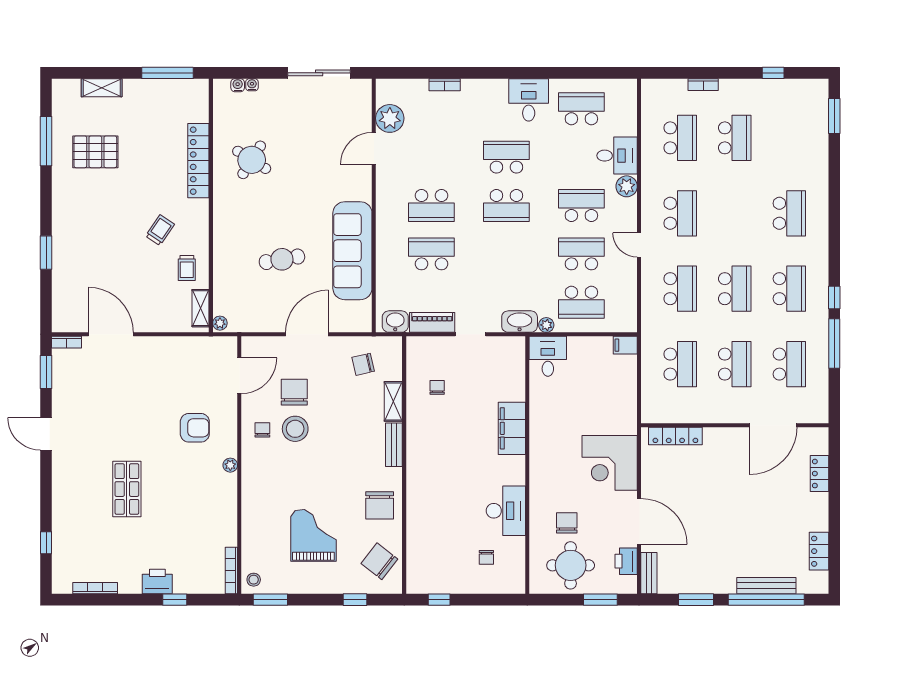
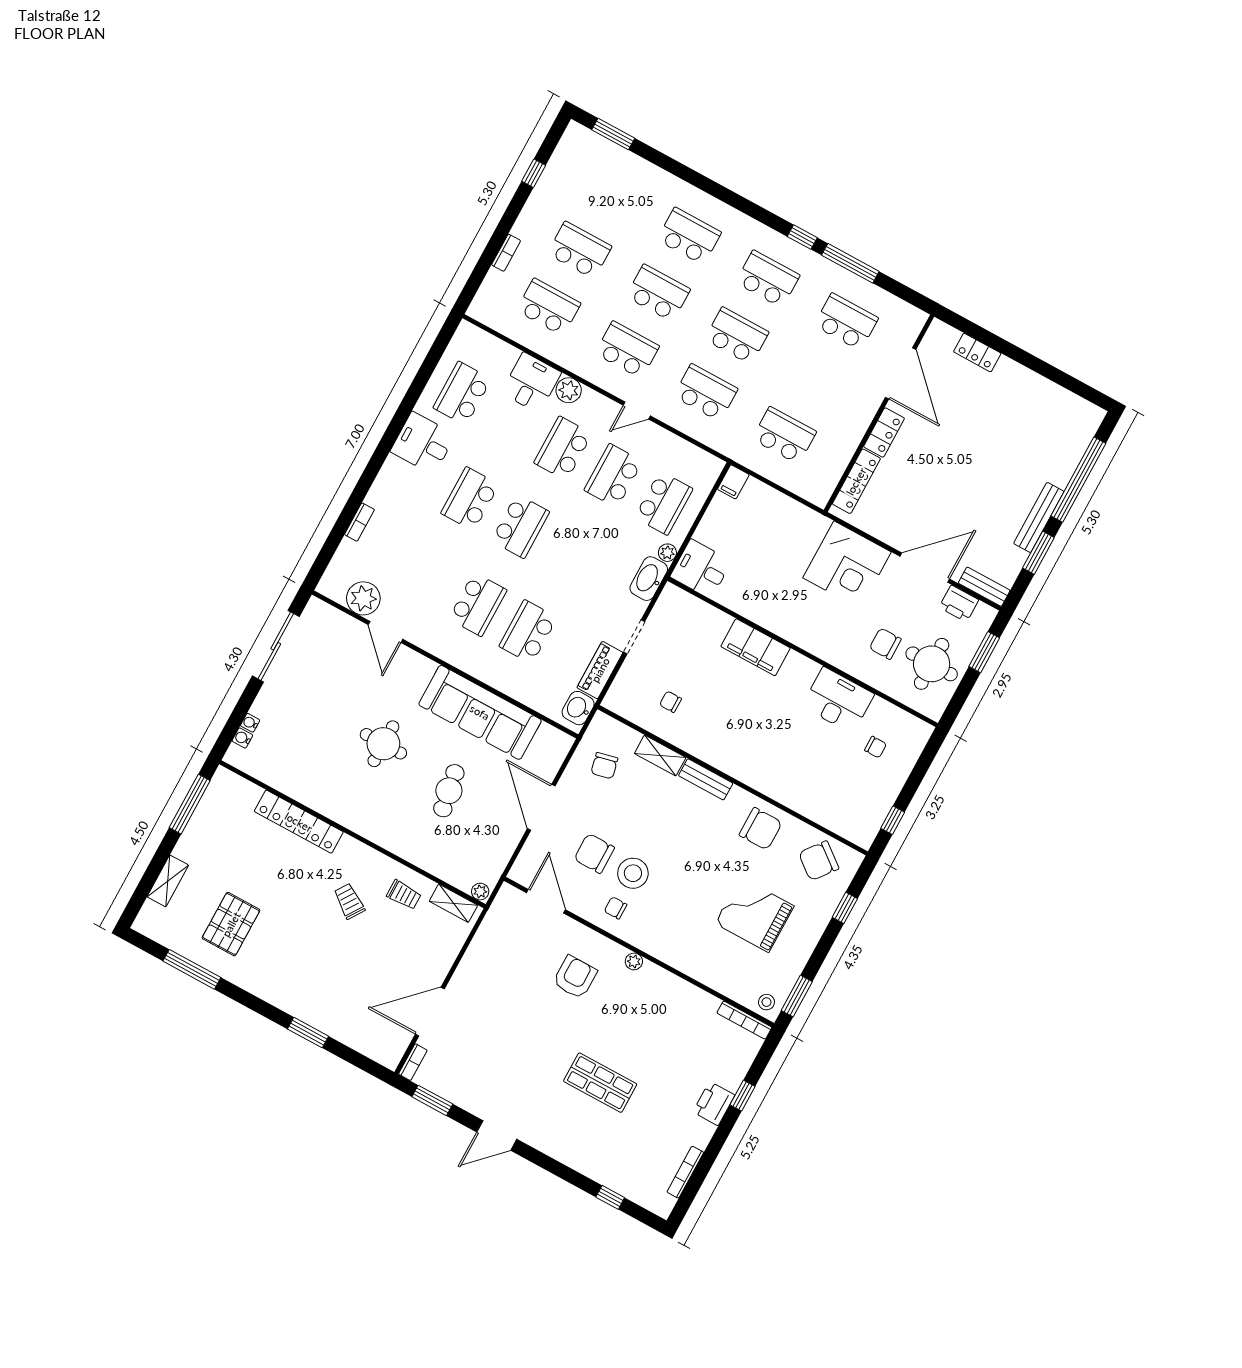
round table: (252, 160) -> (383, 744), moved, turned -32
school desk: (735, 364) -> (658, 293), moved
locker: (819, 551) -> (884, 432), moved, turned -90
bench: (766, 586) -> (1039, 517), moved

